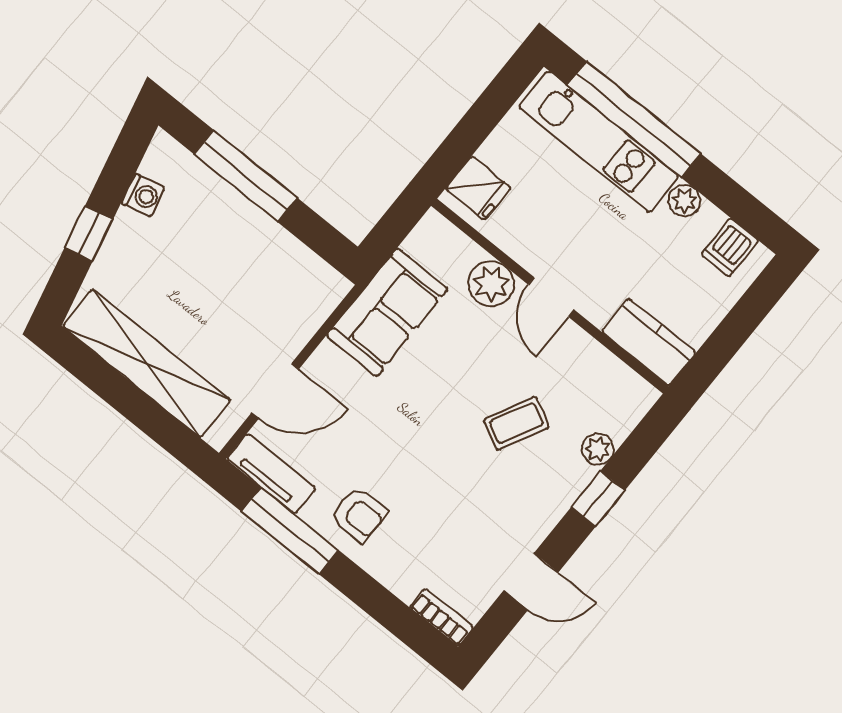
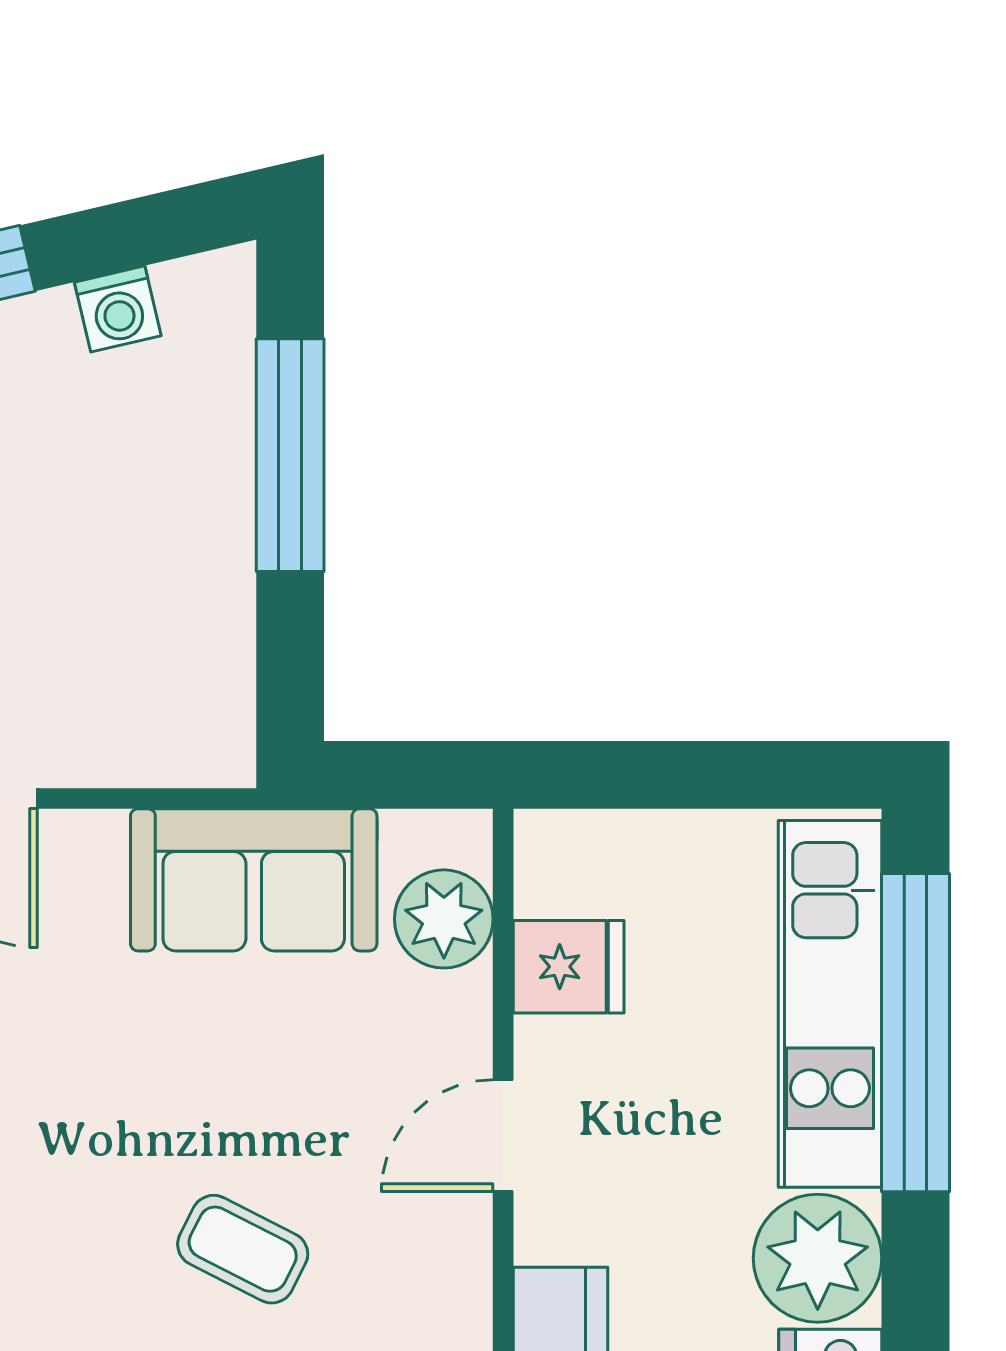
fridge: (478, 188) -> (569, 967), moved, turned -90
plant: (684, 201) -> (818, 1258), width x1.88, depth x1.88
plant: (491, 284) -> (444, 919), moved

